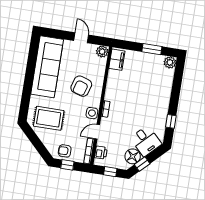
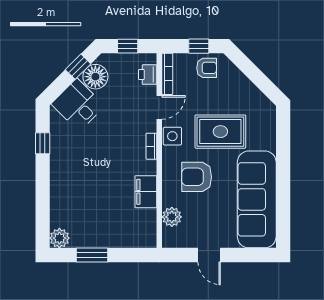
plant: (102, 52) -> (172, 217), moved
filing cabinet: (117, 60) -> (146, 192), moved
armchair: (81, 86) -> (197, 177), turned -107
rug: (49, 118) -> (220, 132), moved

